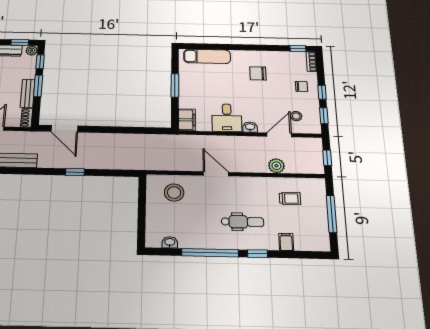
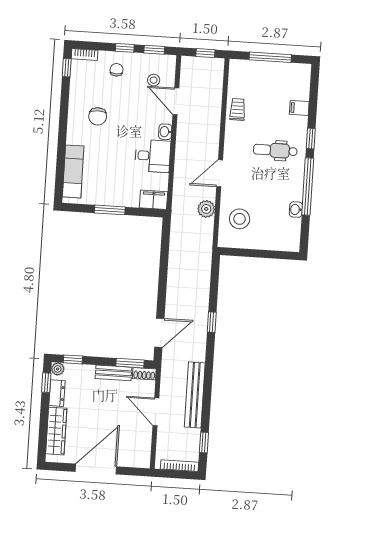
window: (38, 86) -> (130, 363), moved
plant: (276, 166) -> (206, 209), moved
trolley: (290, 198) -> (238, 109), moved
dental chair: (242, 222) -> (275, 150), turned -90
washbasin: (170, 242) -> (296, 210), moved

